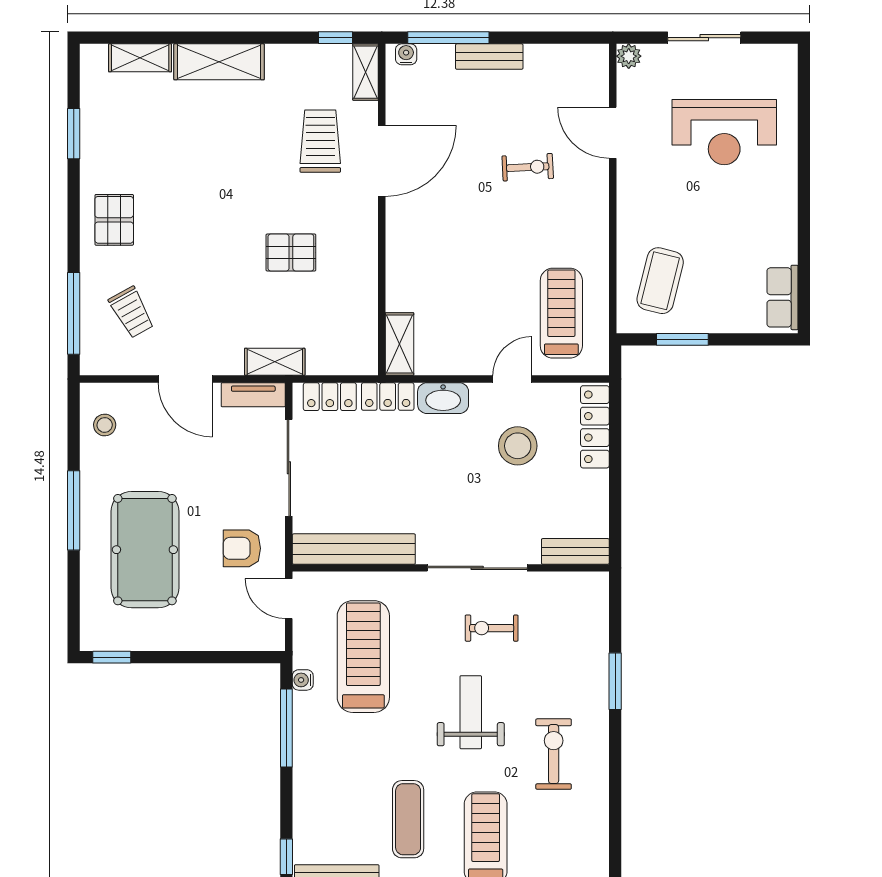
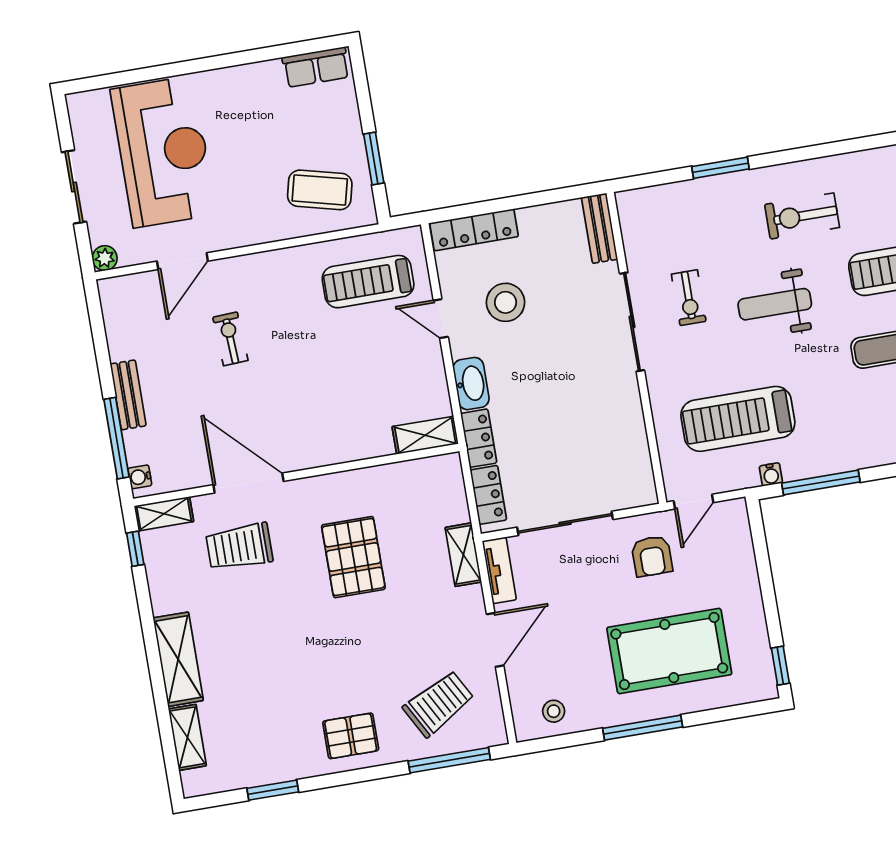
reception desk: (724, 132) -> (163, 152), width x1.36, depth x1.30
pallet: (291, 253) -> (353, 557), width x1.50, depth x1.42
trolley: (132, 312) -> (438, 704), width x1.36, depth x1.39
bench: (354, 549) -> (634, 446), removed

